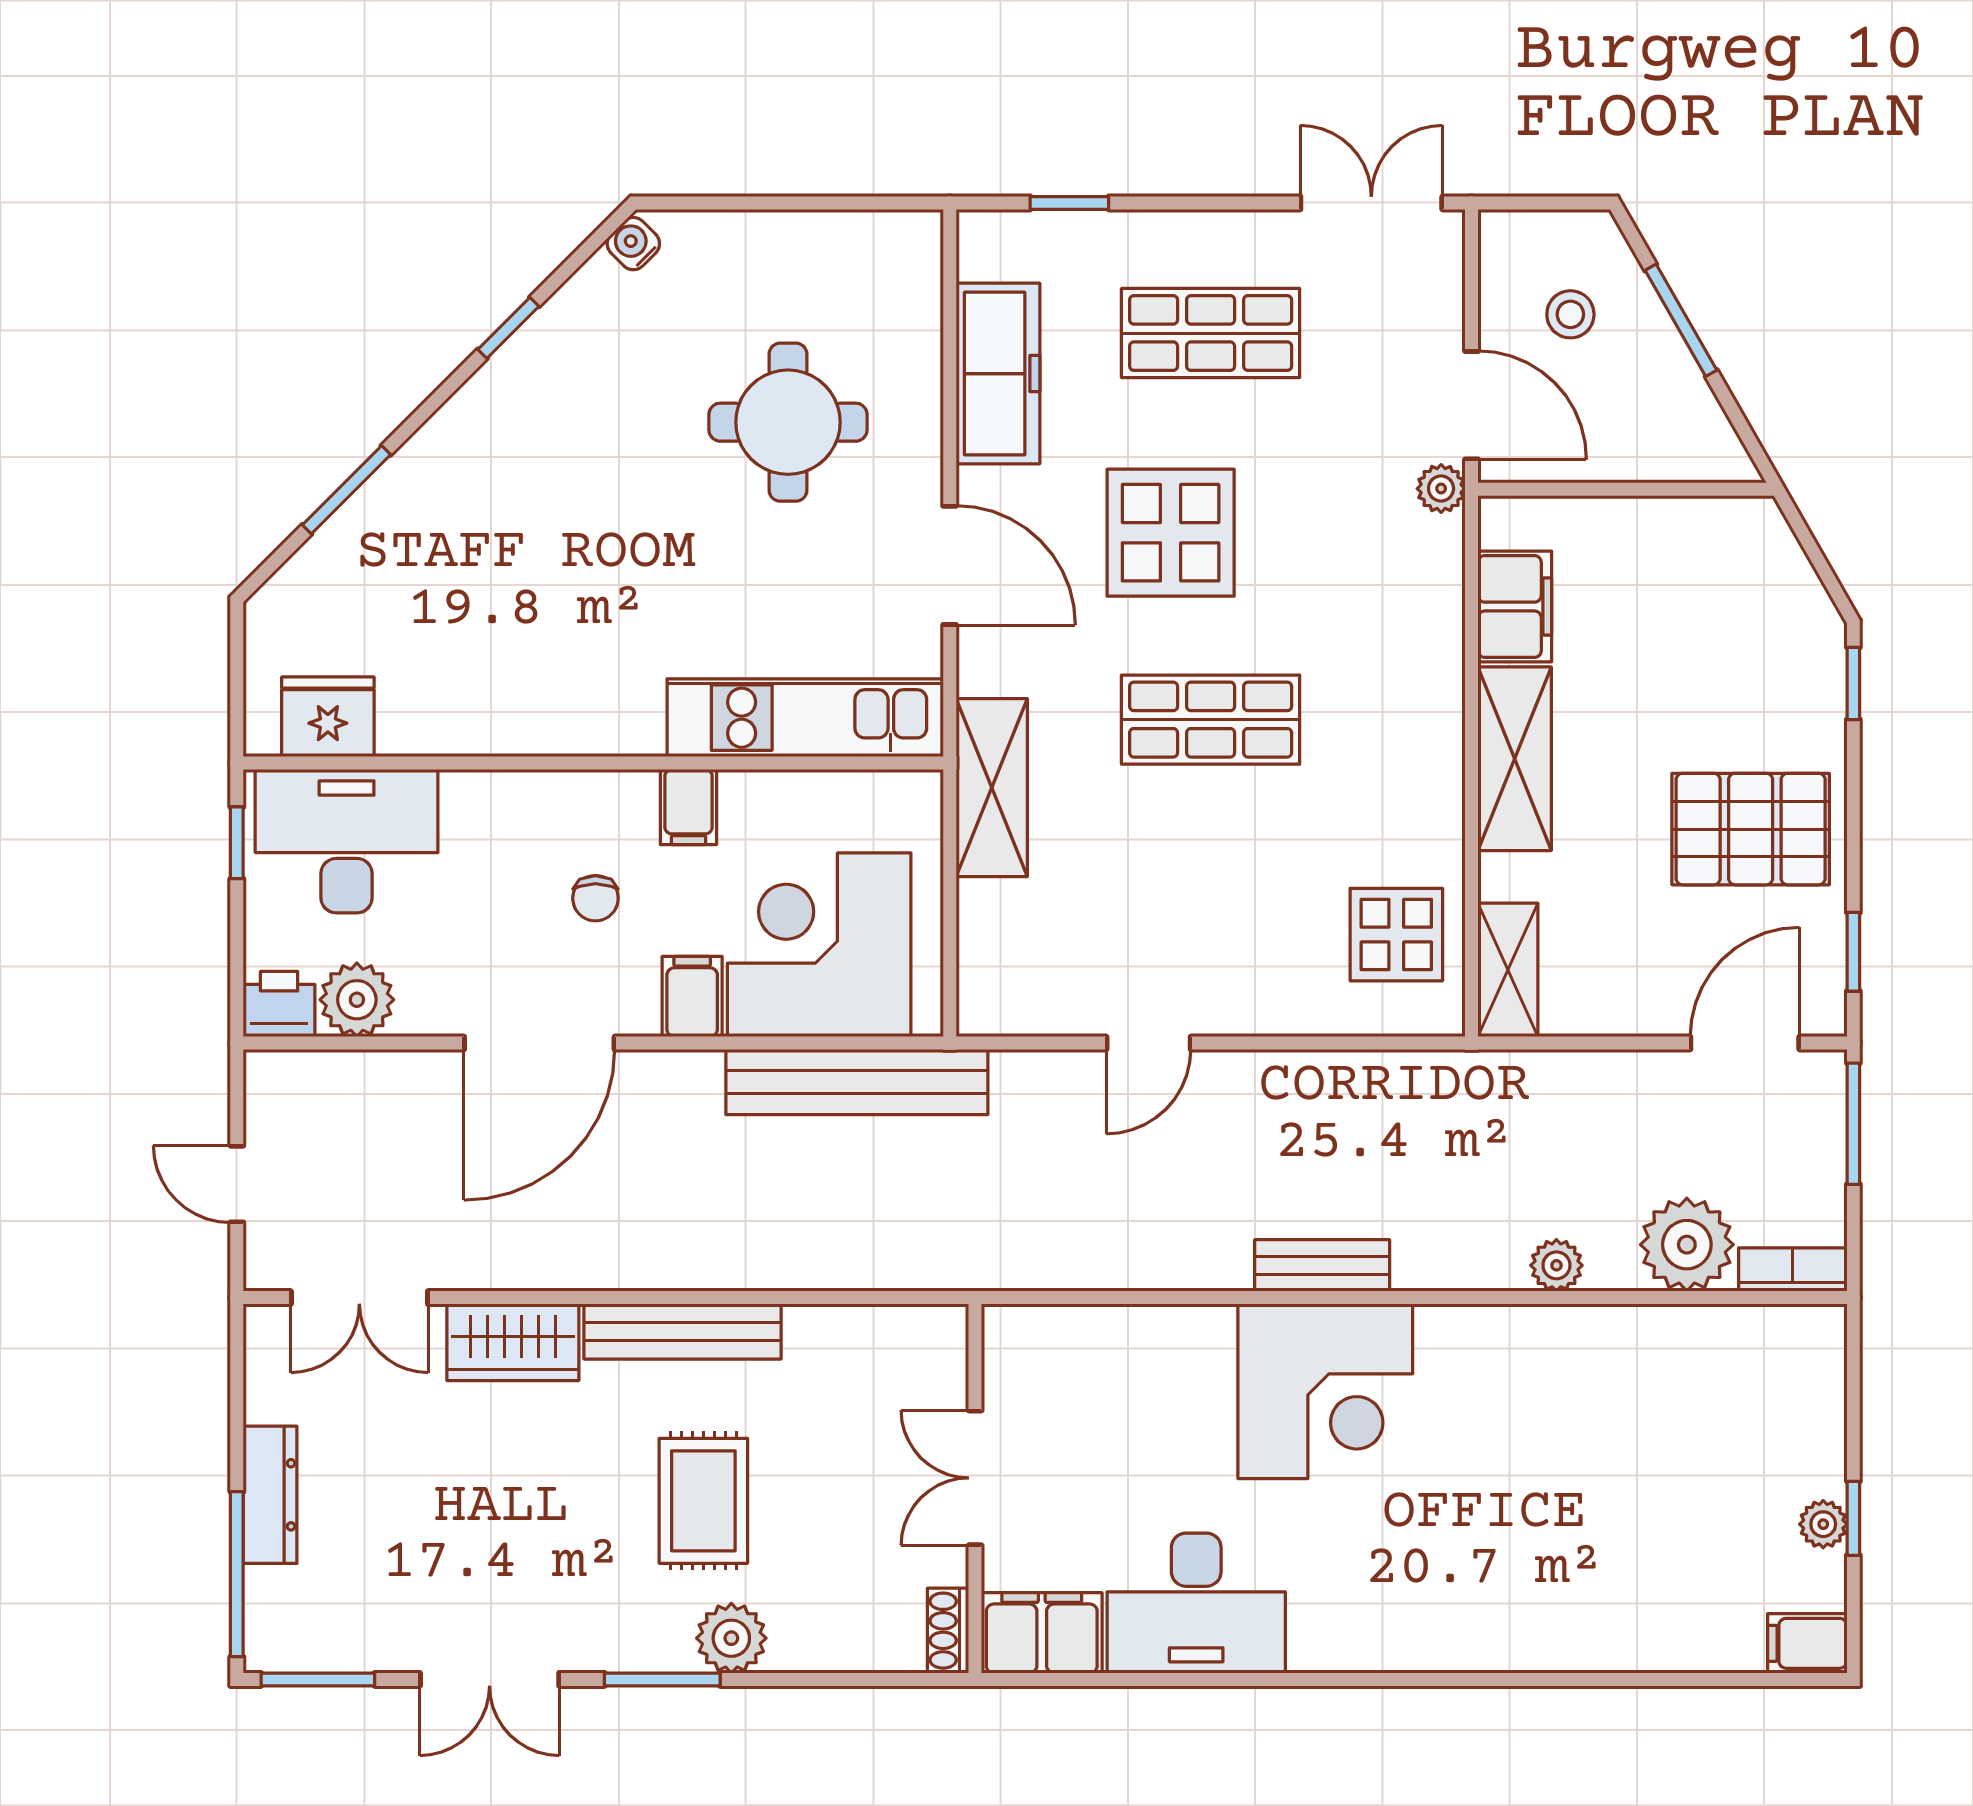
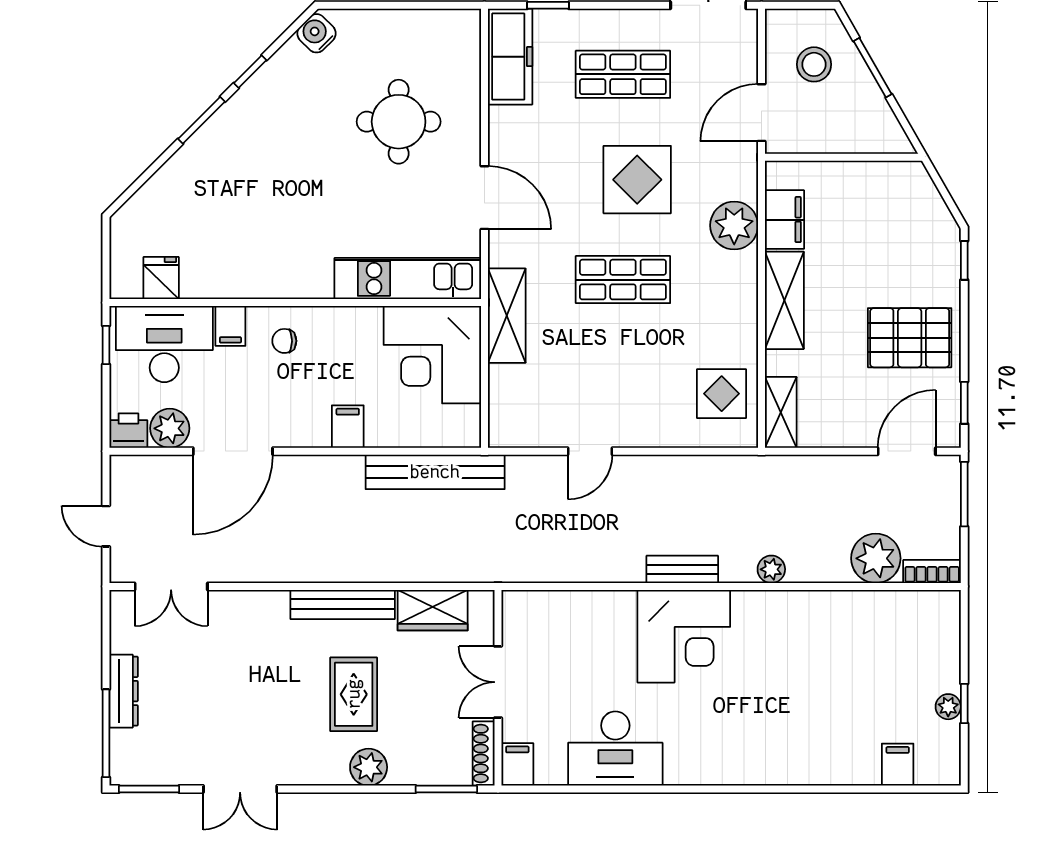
water cooler: (633, 244) -> (316, 33), width x1.38, depth x1.38
stool: (1570, 314) -> (814, 64), width x1.37, depth x1.37
freezer: (998, 374) -> (510, 57), moved
door: (1472, 405) -> (761, 113), swing flipped
plant: (1441, 489) -> (734, 225), moved, width x1.88, depth x1.88
window: (346, 490) -> (202, 120), moved
display table: (1171, 533) -> (637, 180), moved
fridge: (328, 717) -> (161, 278), width x0.72
filing cabinet: (689, 807) -> (230, 326), moved
chair: (595, 898) -> (284, 341), moved, turned 90
corner desk: (819, 945) -> (432, 355), moved, turned -90
door: (539, 1043) -> (233, 451), moved
plant: (1556, 1265) -> (771, 569), moved
wardrobe: (513, 1342) -> (433, 610), moved
shoe rack: (948, 1631) -> (484, 754), width x1.43
filing cabinet: (1042, 1633) -> (517, 764), width x0.50
filing cabinet: (1807, 1643) -> (898, 765), moved, turned 90
window: (662, 1679) -> (446, 789), moved

